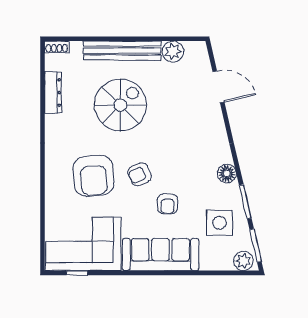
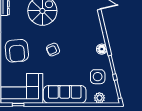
armchair: (93, 176) -> (17, 51), moved
armchair: (168, 204) -> (69, 66), removed
plant: (243, 261) -> (99, 98), moved

